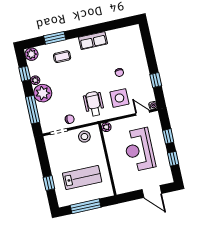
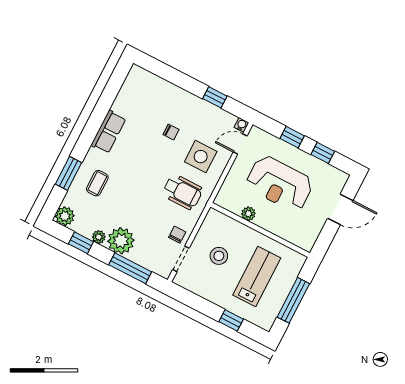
wheelchair: (94, 104) -> (182, 192), turned 180
plant: (106, 127) -> (248, 214), moved
stool: (84, 137) -> (219, 256), moved

